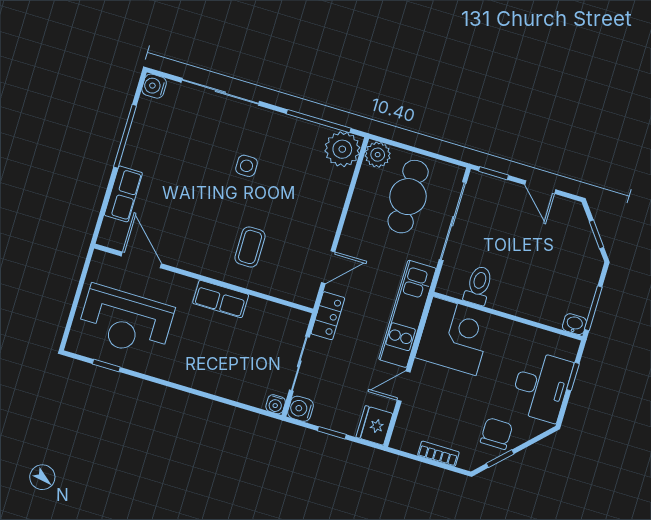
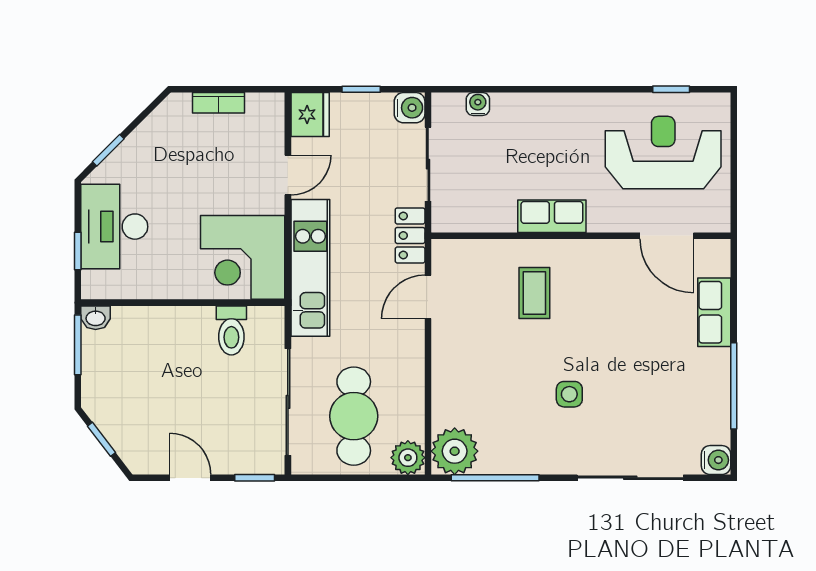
water cooler: (276, 404) -> (478, 104), moved
chair: (496, 434) -> (153, 150), removed
window: (500, 459) -> (108, 150), moved

